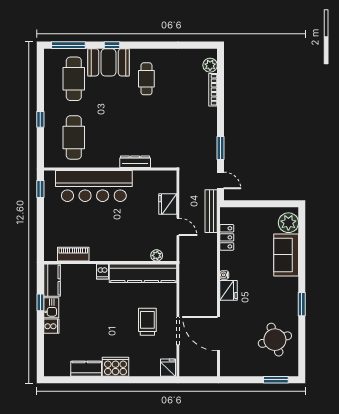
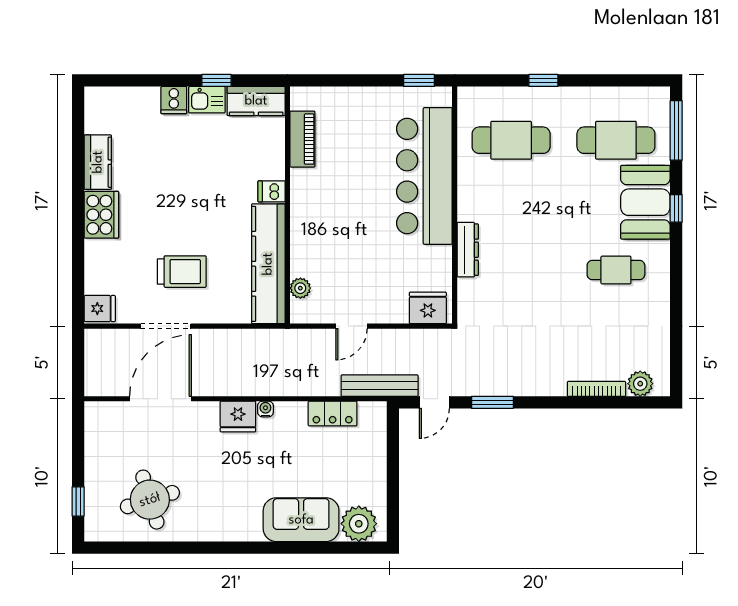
fridge: (168, 204) -> (428, 308), moved
window: (302, 304) -> (213, 548), removed
window: (276, 380) -> (78, 501), width x0.67

